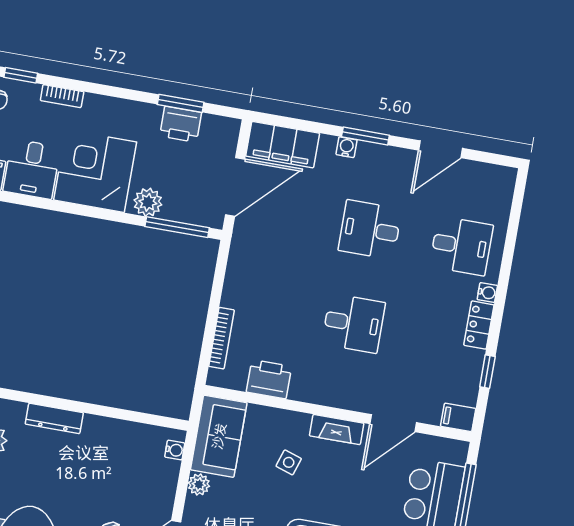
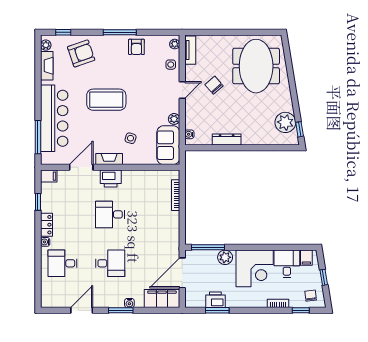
printer: (269, 379) -> (111, 179), moved
dresser: (54, 418) -> (227, 140), moved

